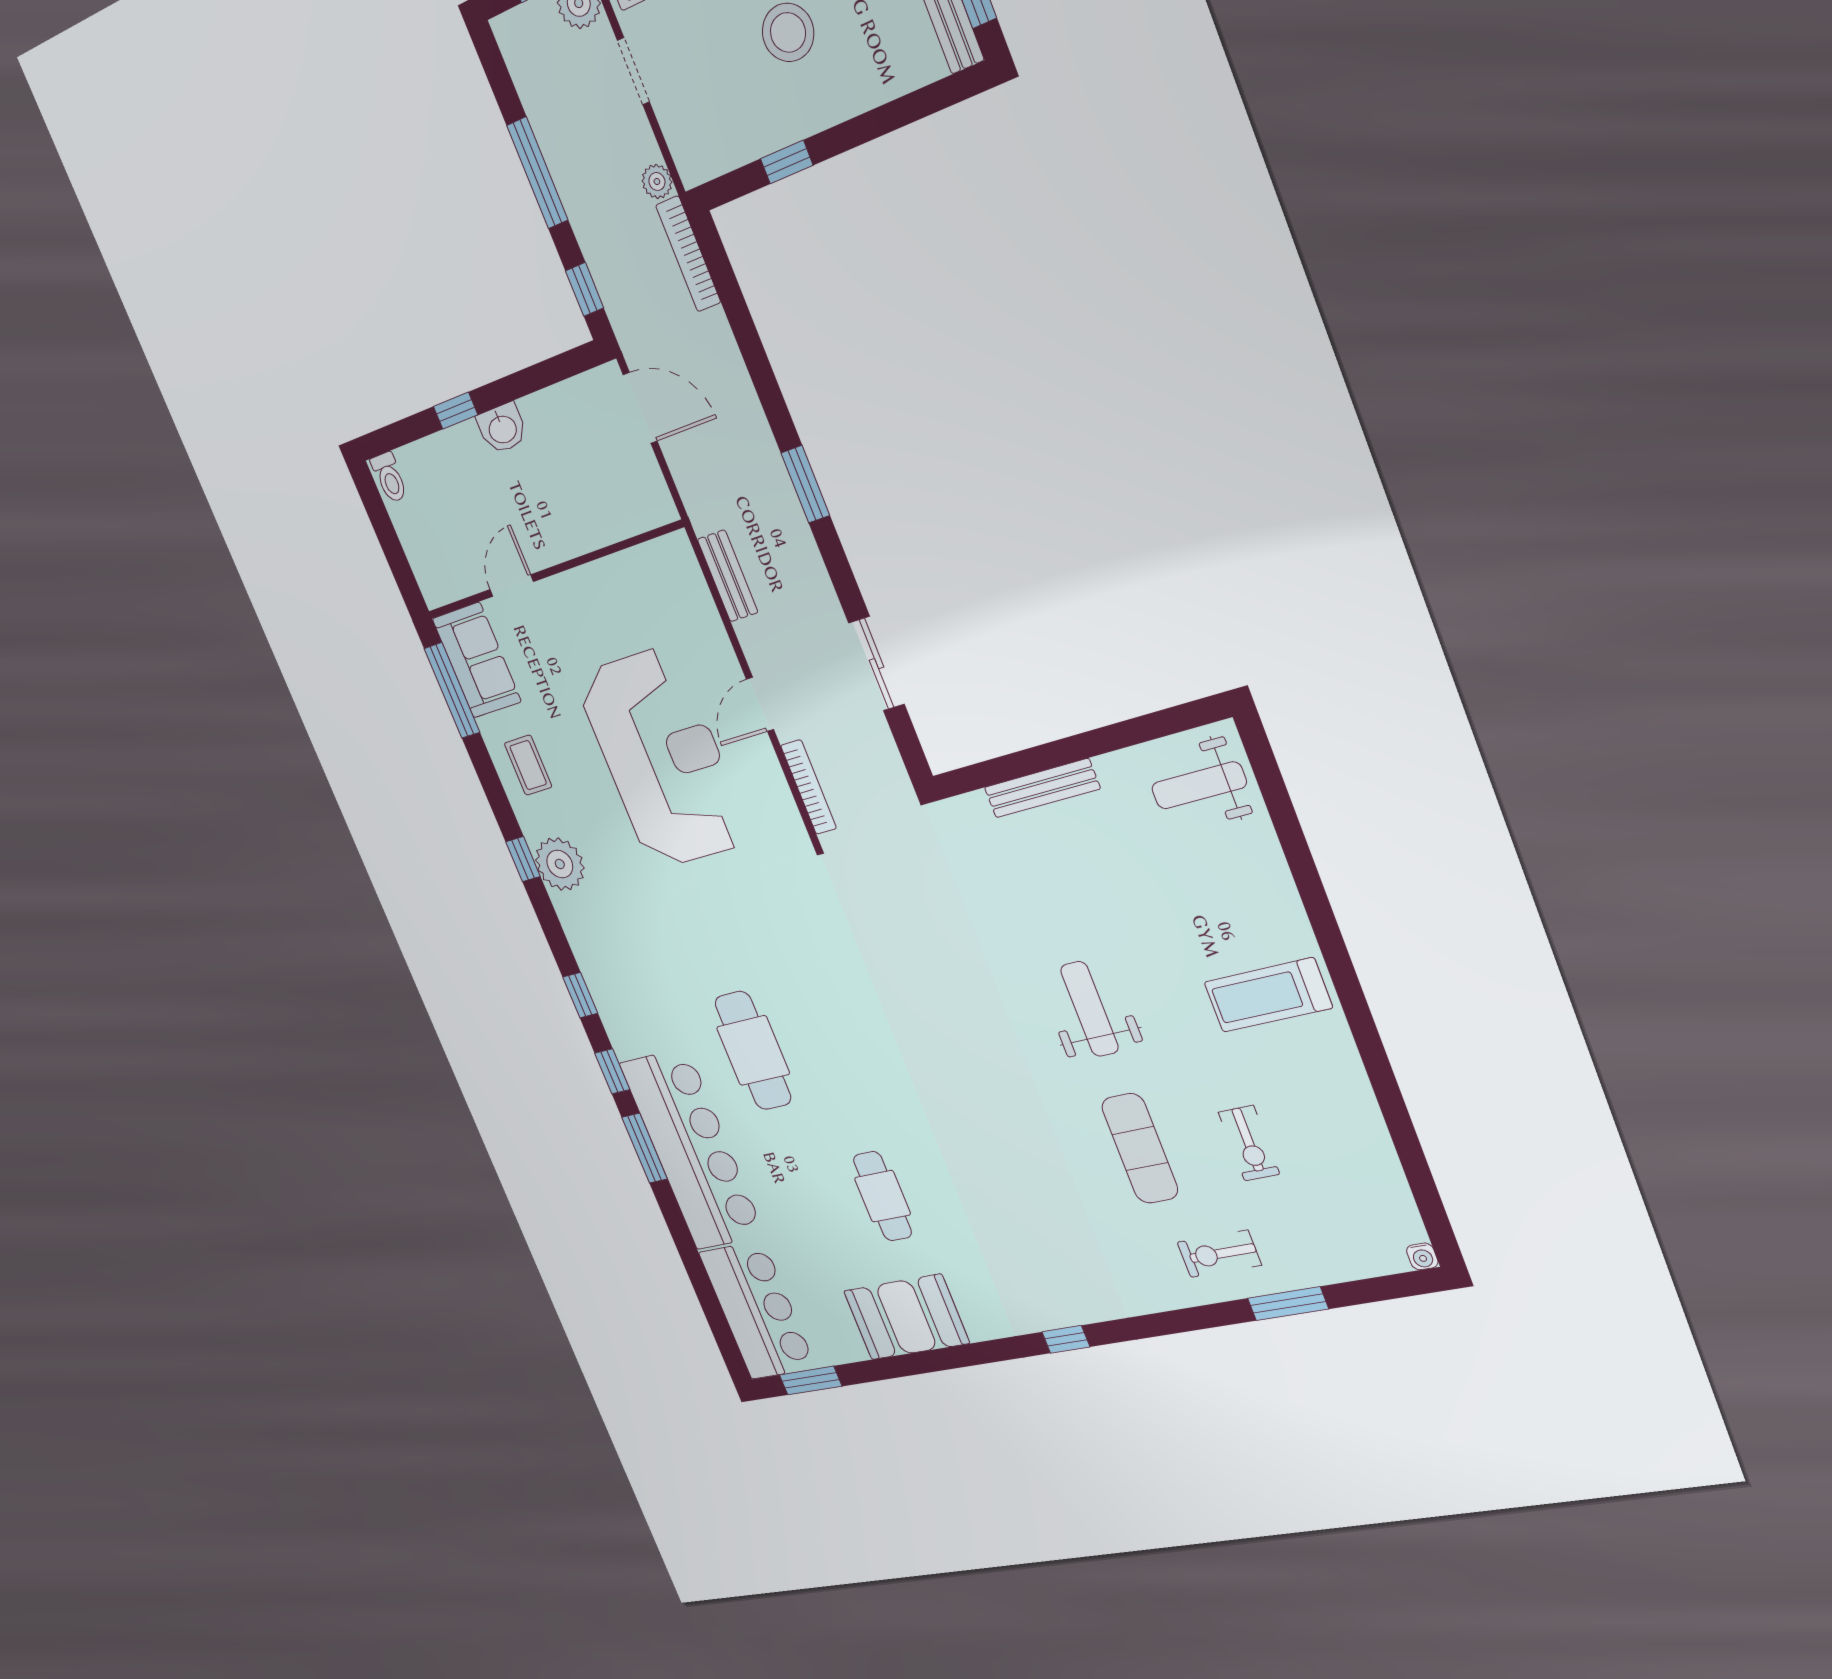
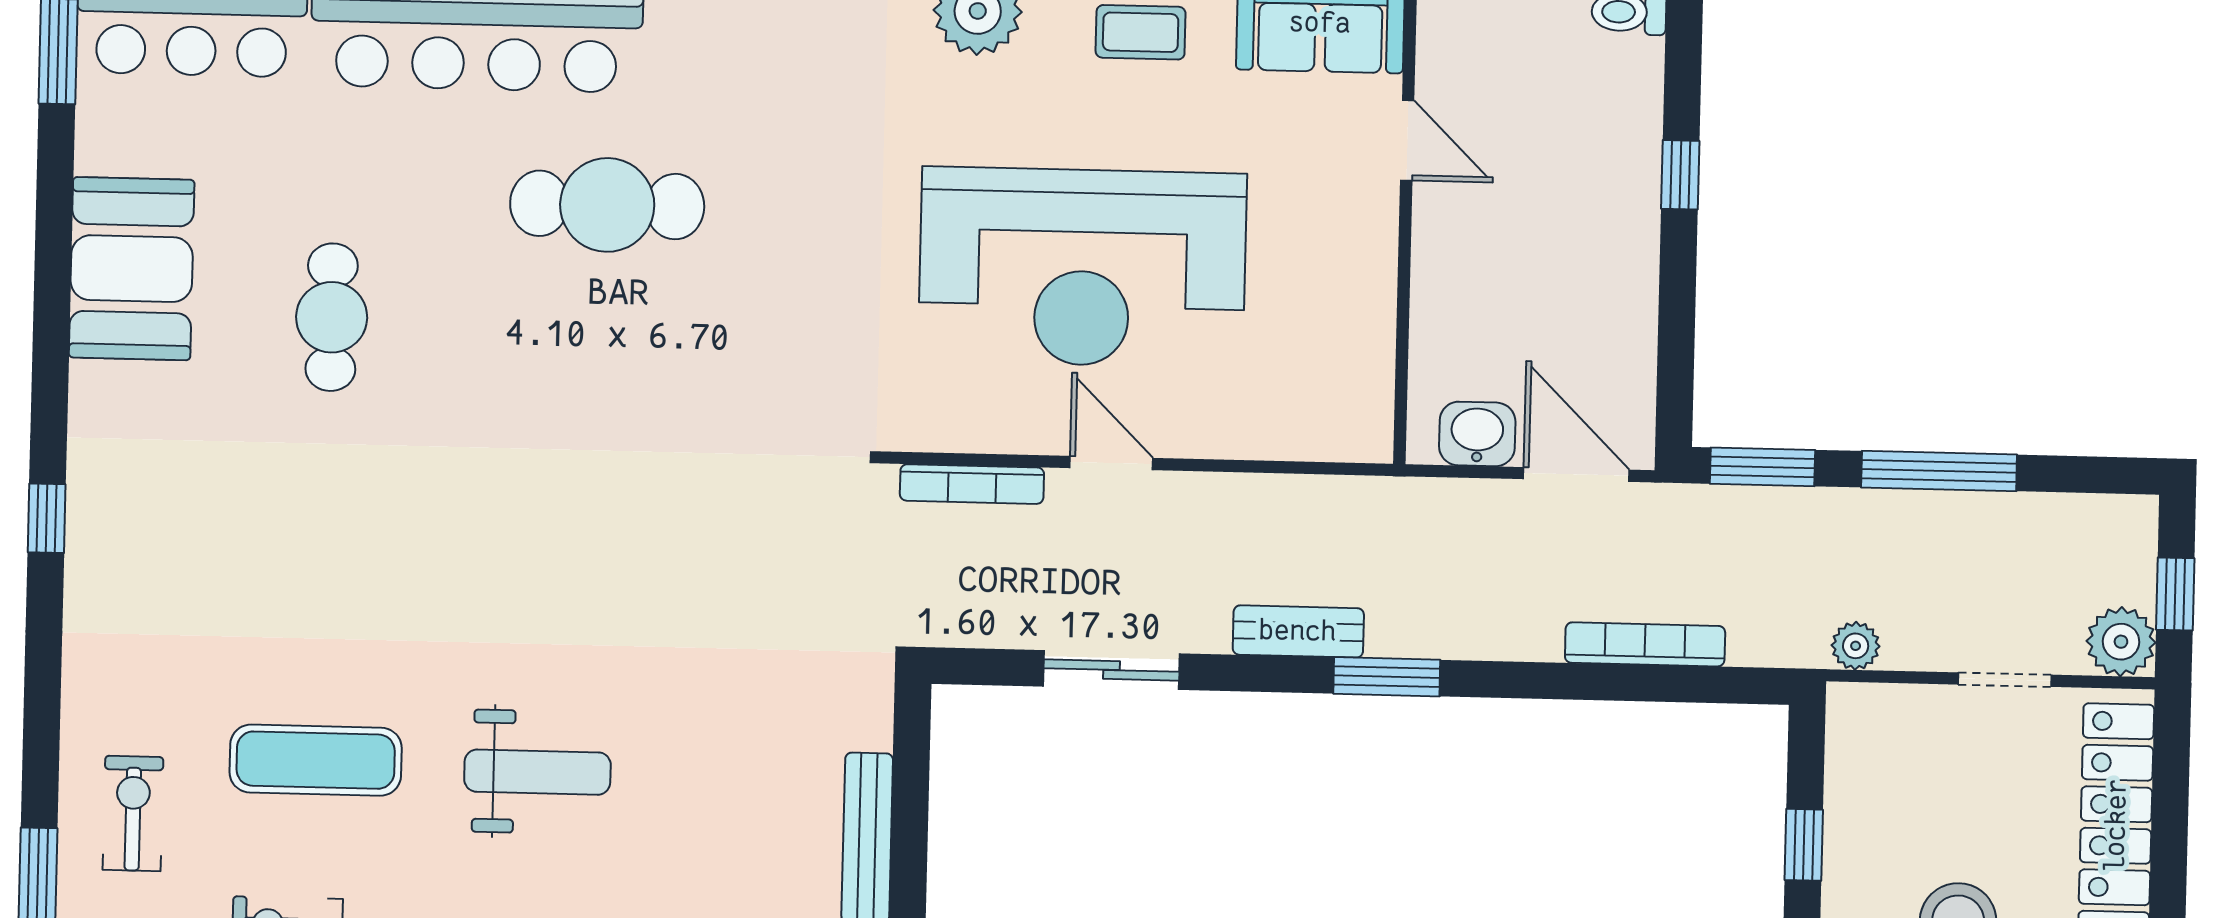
bookcase: (688, 254) -> (1645, 644), moved
window: (585, 289) -> (1763, 467), width x1.50
door: (640, 408) -> (1576, 474), swing flipped
washbasin: (502, 428) -> (1477, 434), moved, turned 90
bench: (728, 576) -> (1298, 631), moved
cafe table: (883, 1196) -> (332, 317), turned 90

